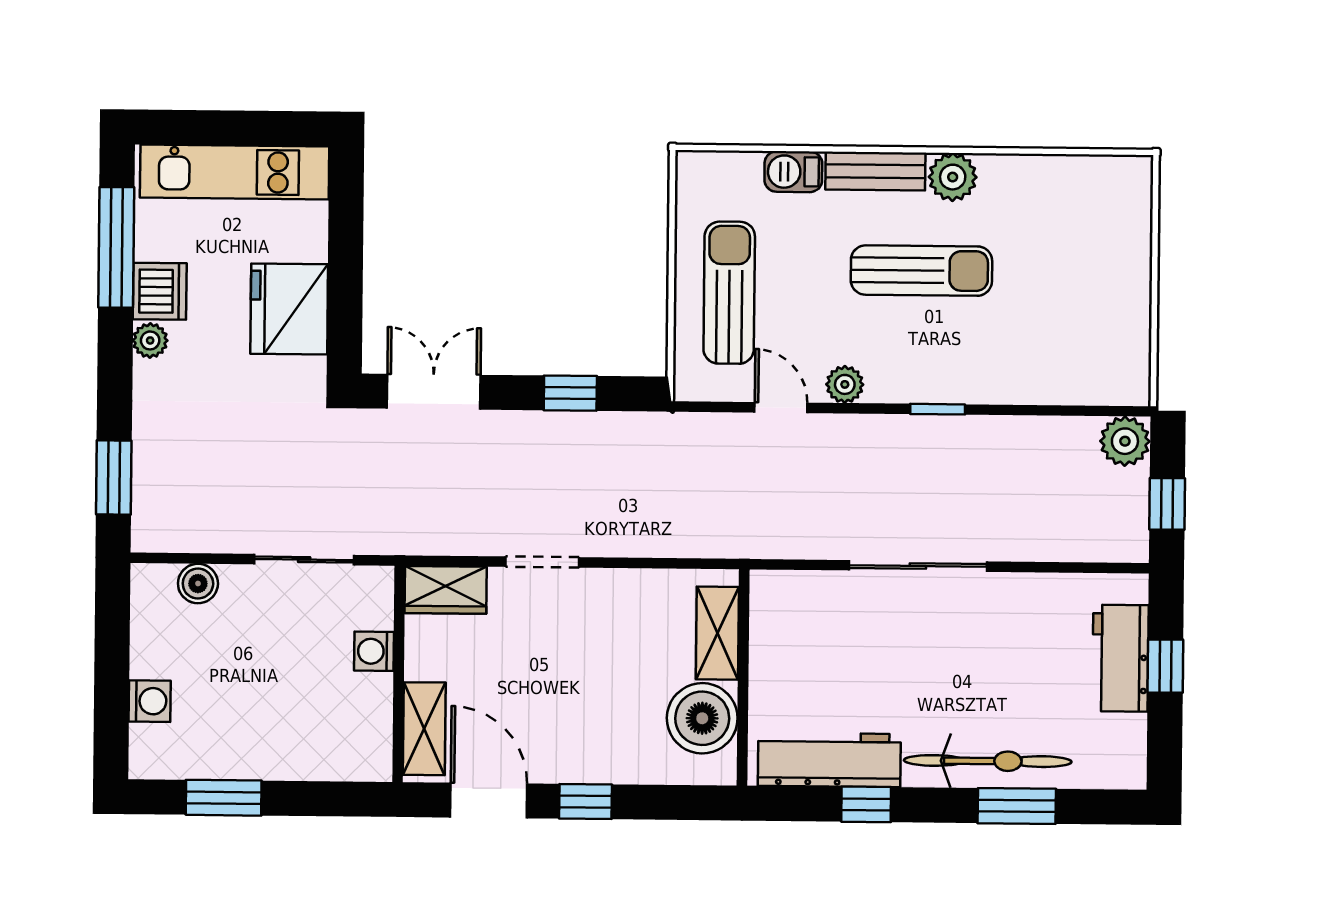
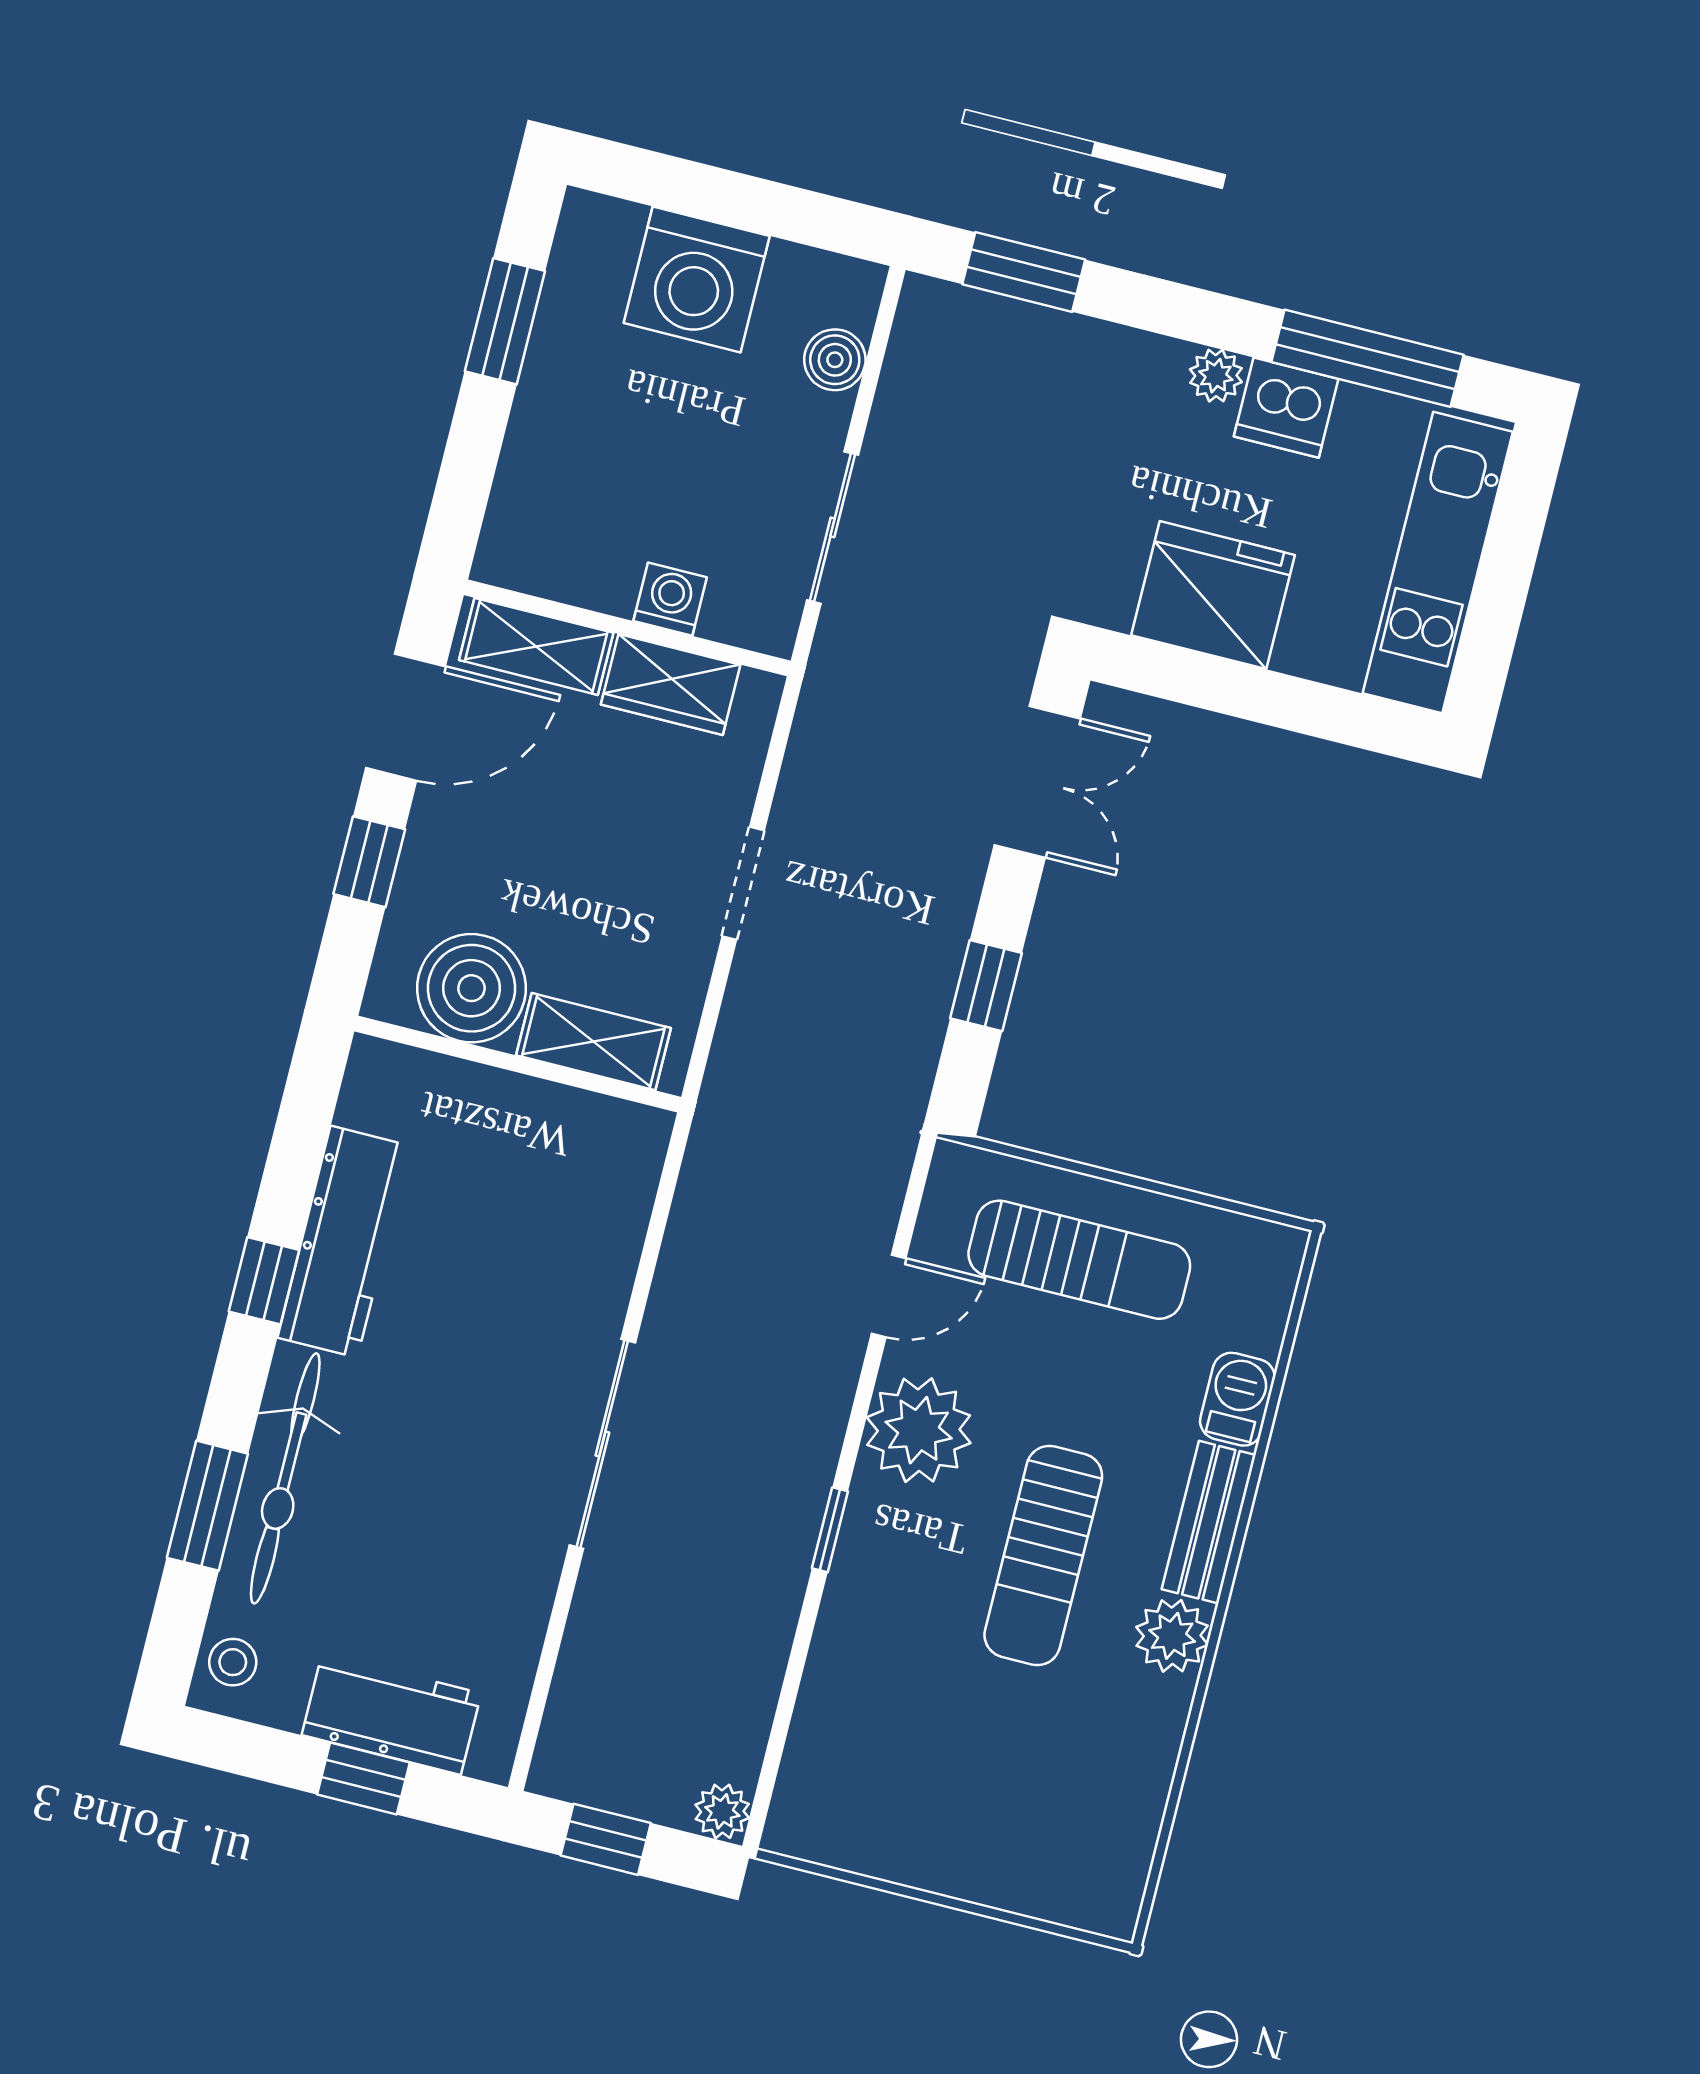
plant: (845, 384) -> (919, 1430), width x1.88, depth x1.88
plant: (1125, 441) -> (722, 1811), width x0.73, depth x0.73
wardrobe: (446, 590) -> (671, 685), moved, turned -90
shelving: (717, 633) -> (594, 1042), moved
wall: (743, 678) -> (518, 1064), moved
washing machine: (150, 701) -> (697, 279), width x1.89, depth x1.89
boiler: (702, 718) -> (471, 988), moved
stool: (1112, 766) -> (233, 1662), added

